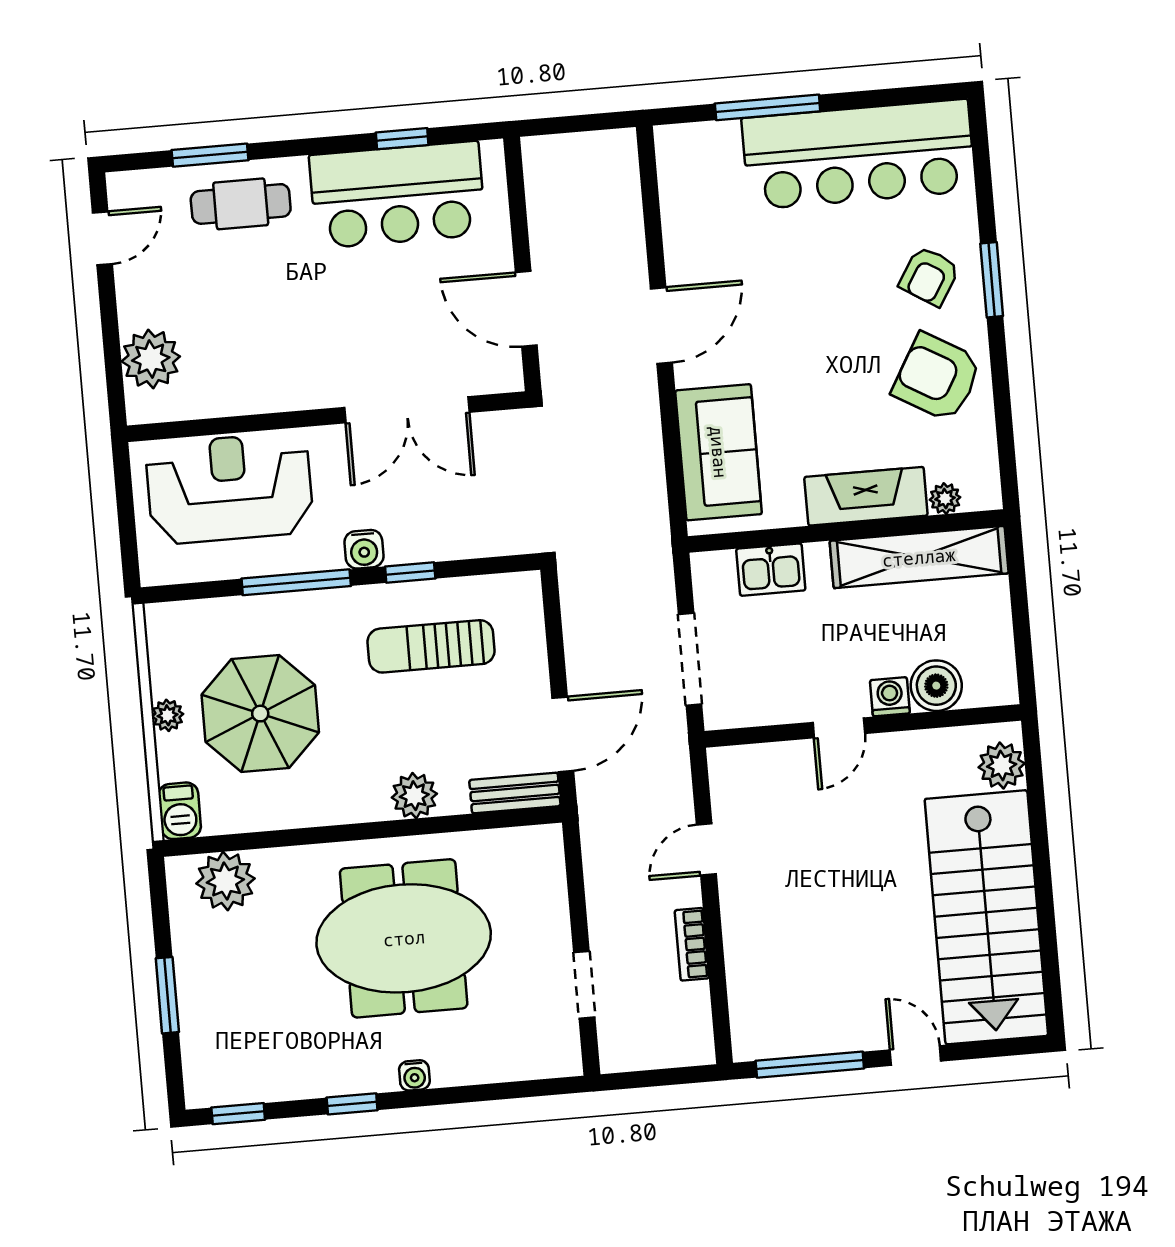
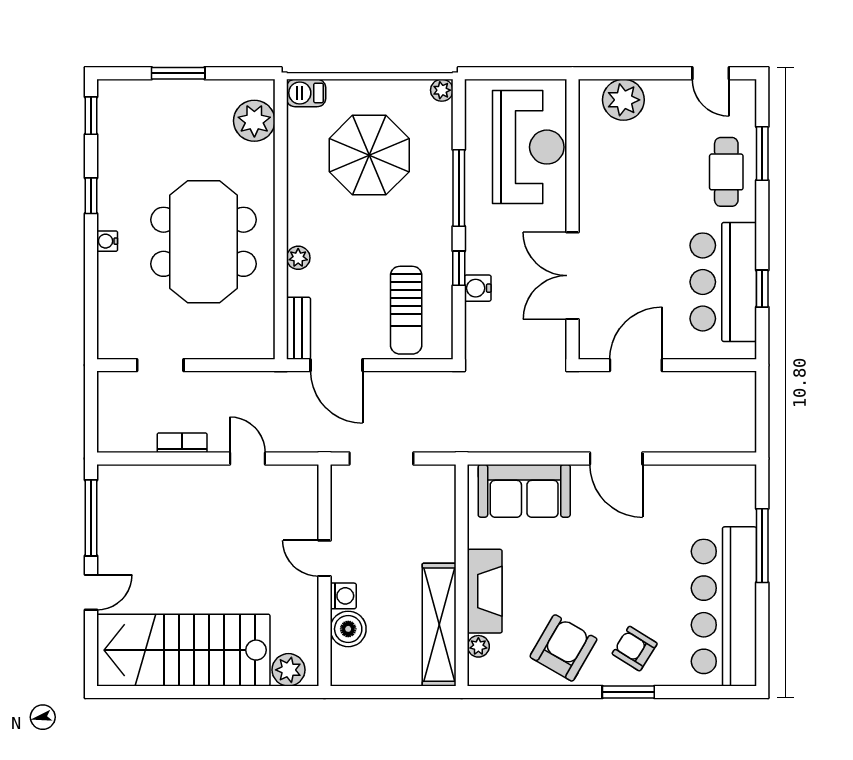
water cooler: (364, 549) -> (478, 288), moved
kitchen sink: (771, 570) -> (439, 520), removed
sun lounger: (431, 646) -> (406, 310), moved, turned 180
plant: (168, 715) -> (442, 90), moved
plant: (414, 796) -> (298, 258), width x0.73, depth x0.73

